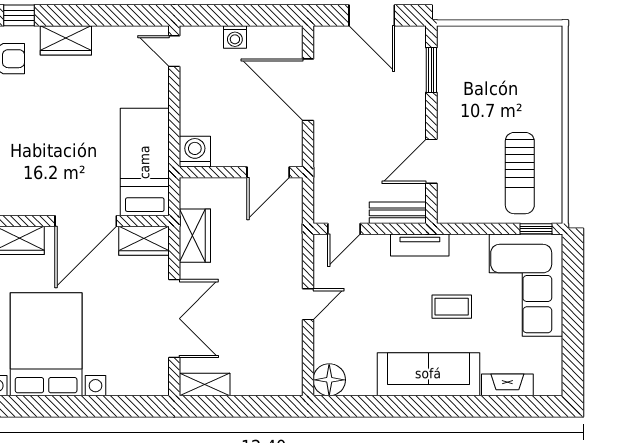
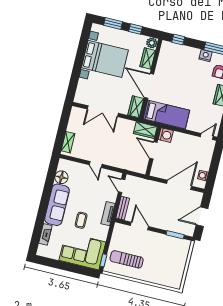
washing machine: (235, 37) -> (203, 176), moved
door: (268, 172) -> (153, 150), moved
wardrobe: (195, 236) -> (145, 130), moved
floor lamp: (329, 380) -> (61, 177), moved
shelving: (205, 385) -> (68, 142), moved

